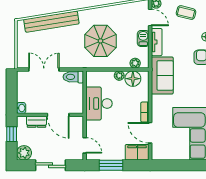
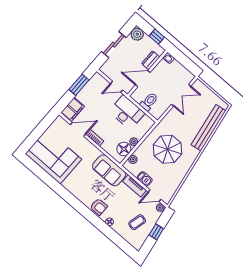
toilet: (73, 77) -> (149, 102), moved
door: (85, 145) -> (117, 87), moved

